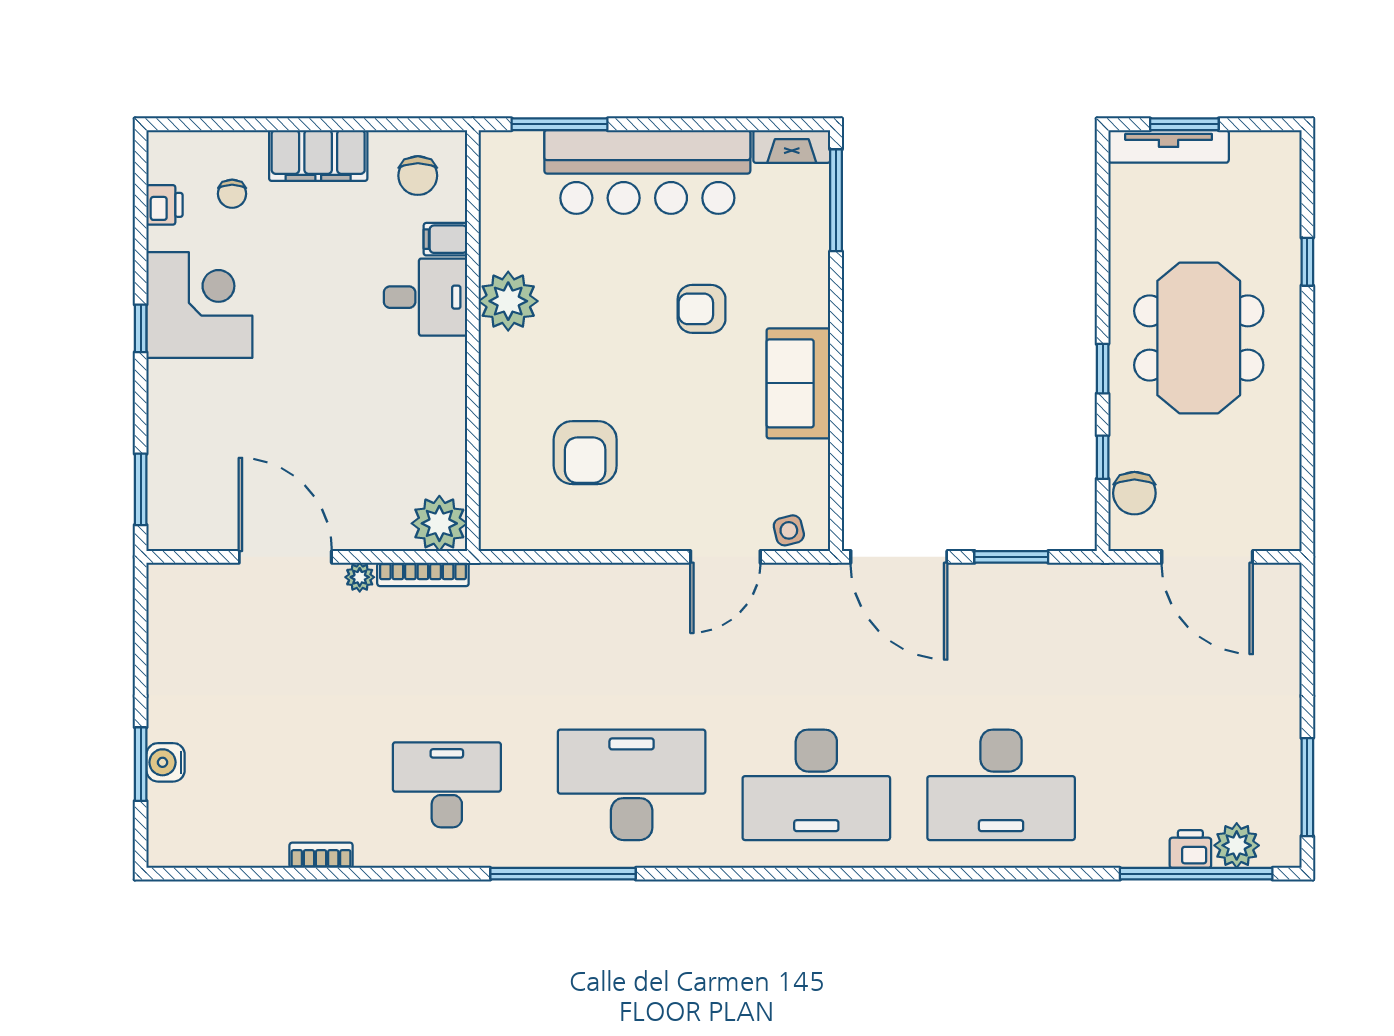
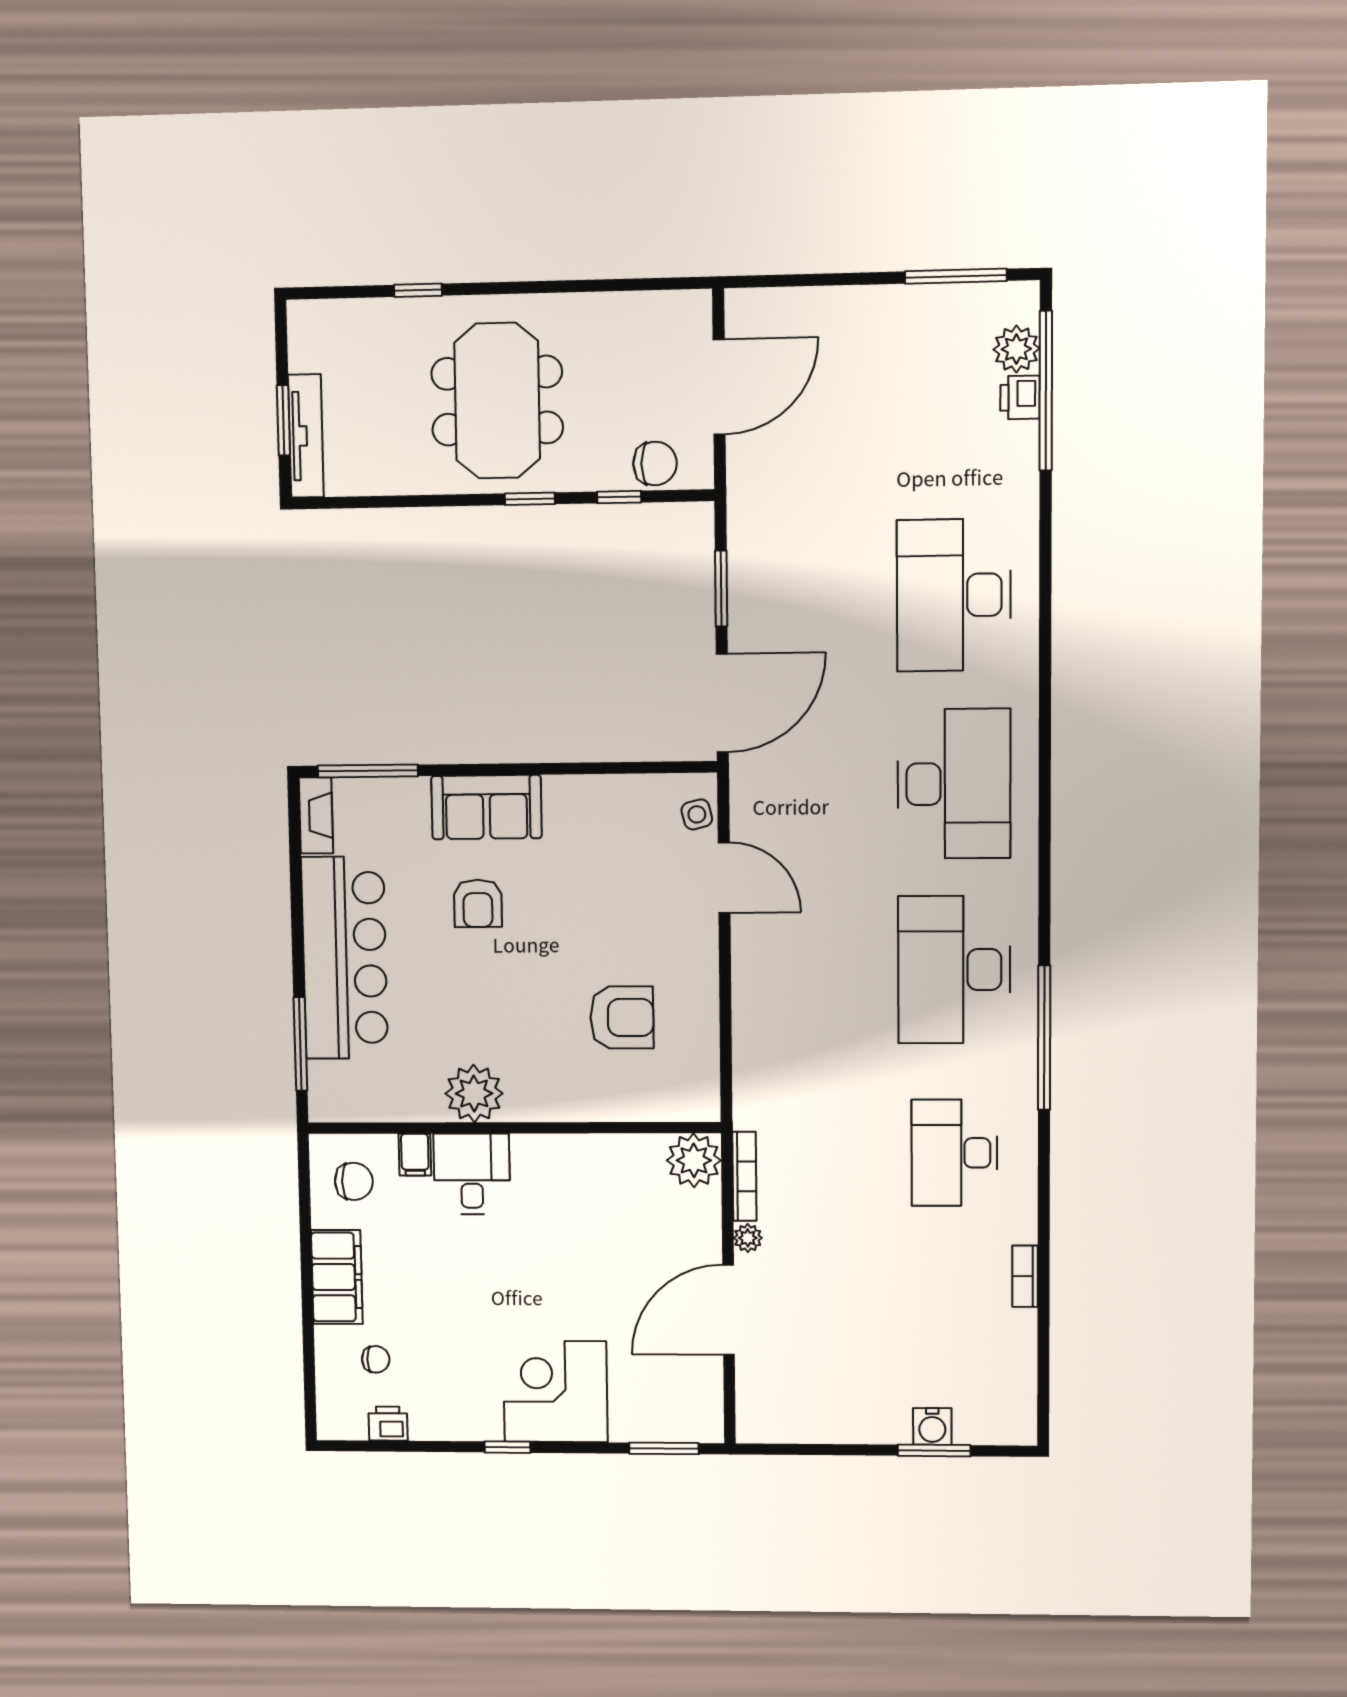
corner desk: (199, 305) -> (555, 1392), moved
meeting table: (1199, 338) -> (497, 401), turned 90
sofa: (798, 383) -> (486, 807), moved
desk: (1001, 785) -> (954, 595), turned 180

